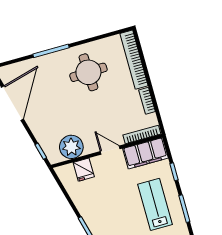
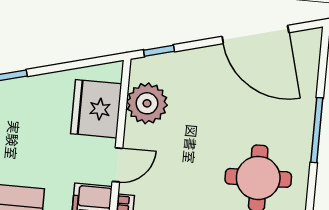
fridge: (84, 170) -> (96, 109), width x1.88, depth x1.34

